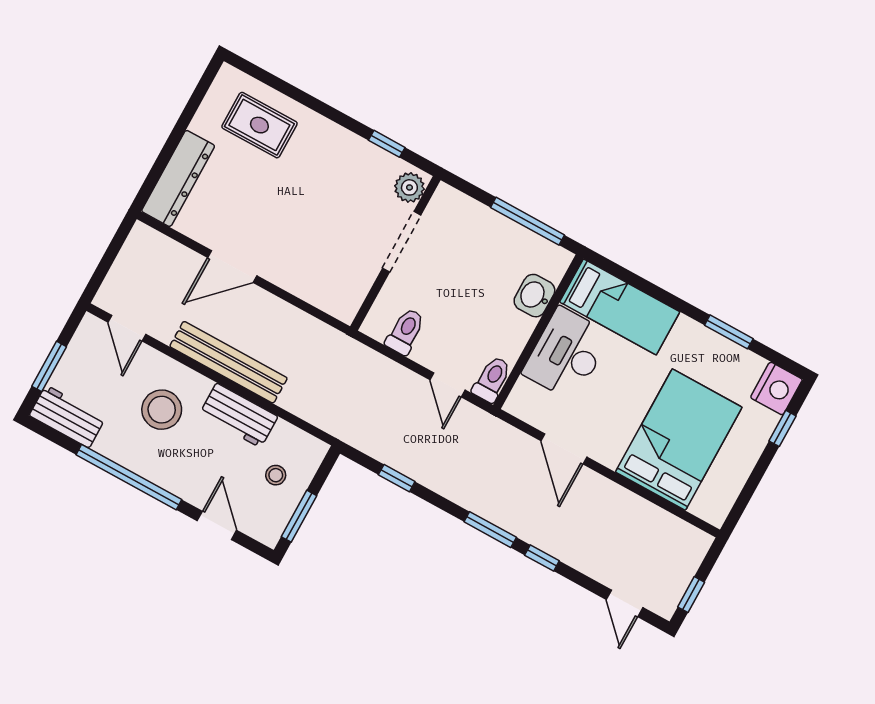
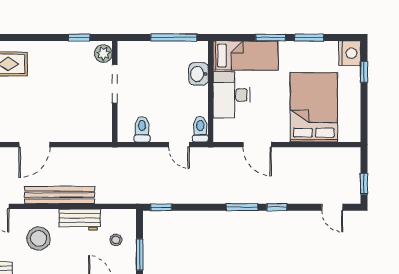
window: (672, 300) -> (271, 38), added
window: (397, 478) -> (161, 207), moved

